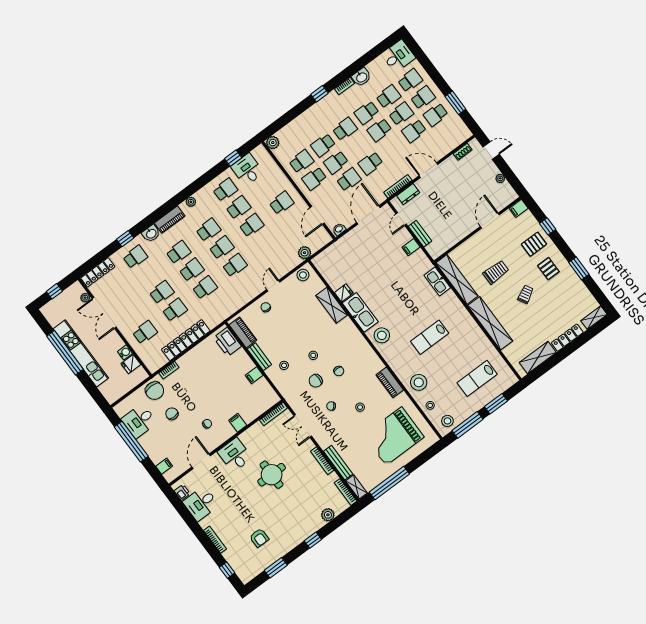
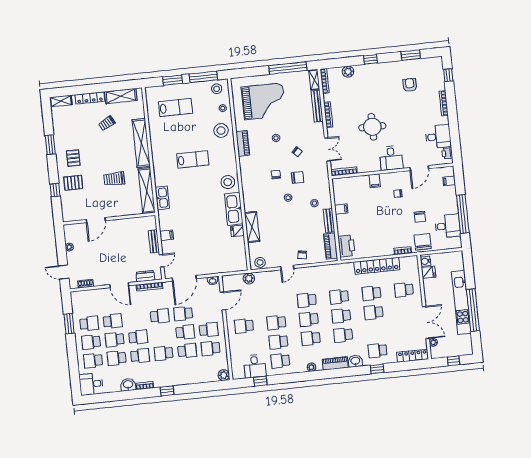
filing cabinet: (519, 208) -> (69, 216), removed
trolley: (525, 294) -> (107, 123), moved
water cooler: (125, 352) -> (425, 261), moved

